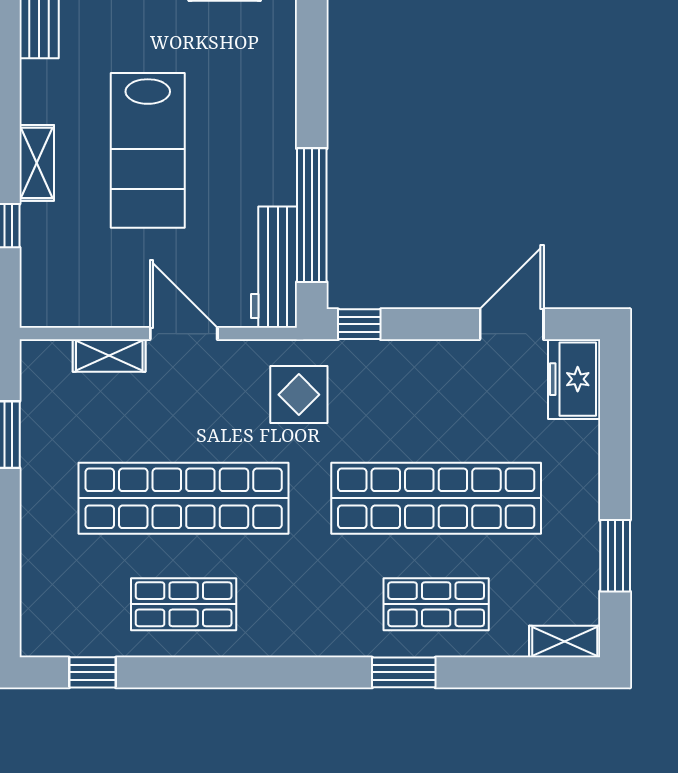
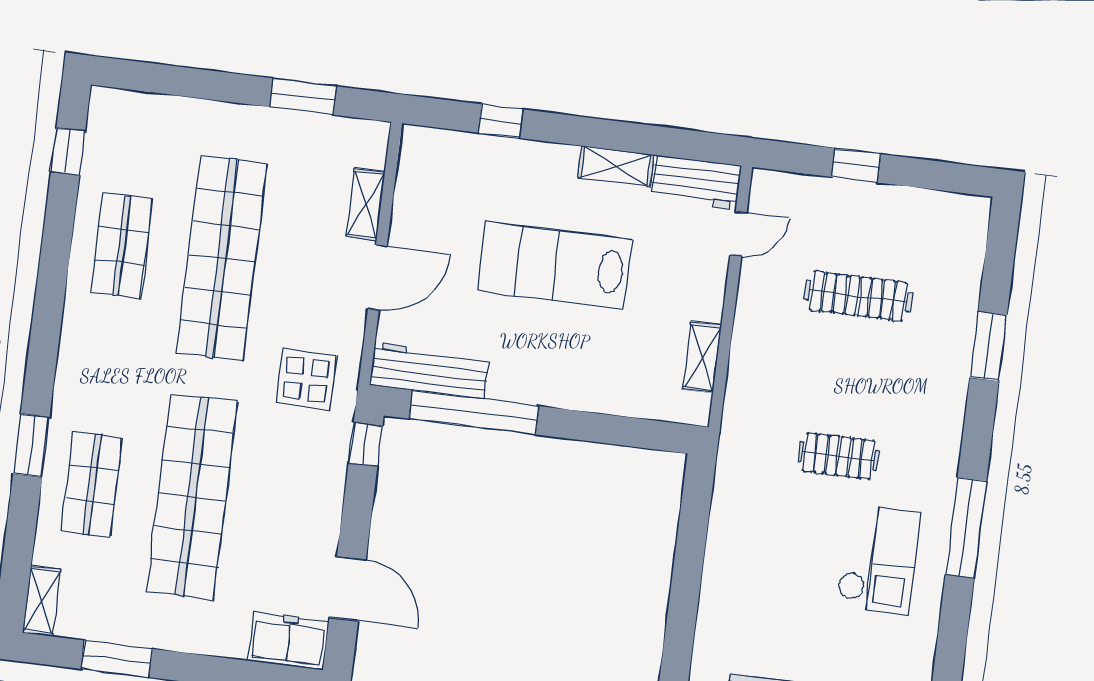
shelving: (37, 163) -> (616, 166), moved

